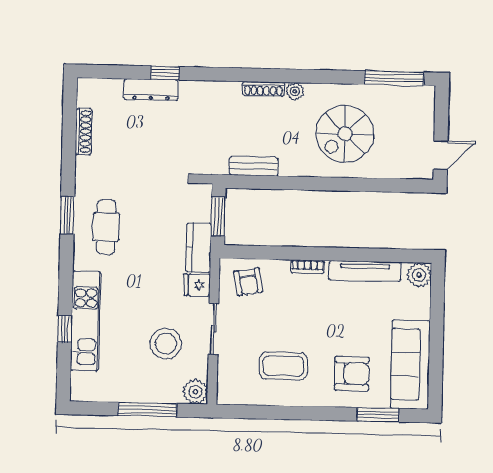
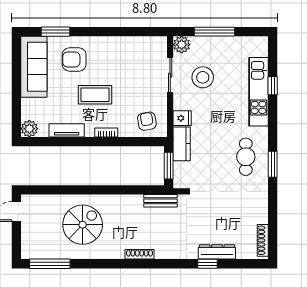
plant: (295, 91) -> (118, 253), removed
shoe rack: (84, 131) -> (263, 240), moved
bench: (254, 166) -> (161, 201), moved
tv unit: (365, 271) -> (67, 130), width x0.71
sliding door: (213, 329) -> (170, 75), moved
coffee table: (283, 366) -> (95, 95), moved

